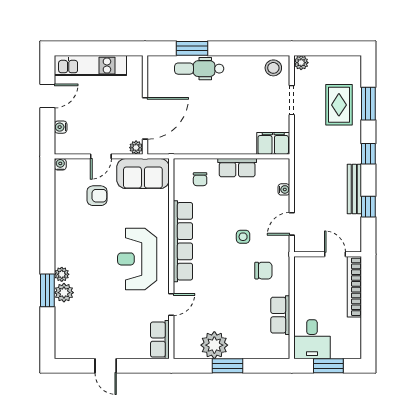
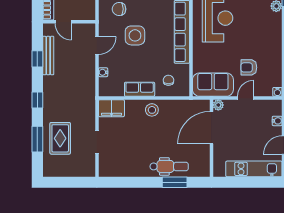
plant: (301, 63) -> (90, 171), removed
stool: (273, 68) -> (152, 110), moved
bench: (354, 189) -> (48, 56), moved
side table: (243, 237) -> (135, 35), width x1.87, depth x1.87

